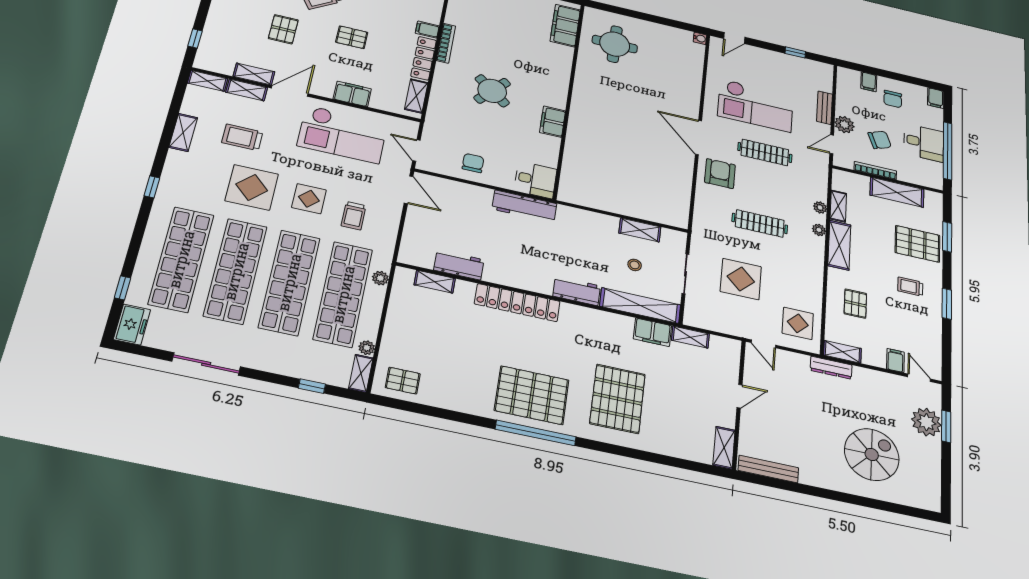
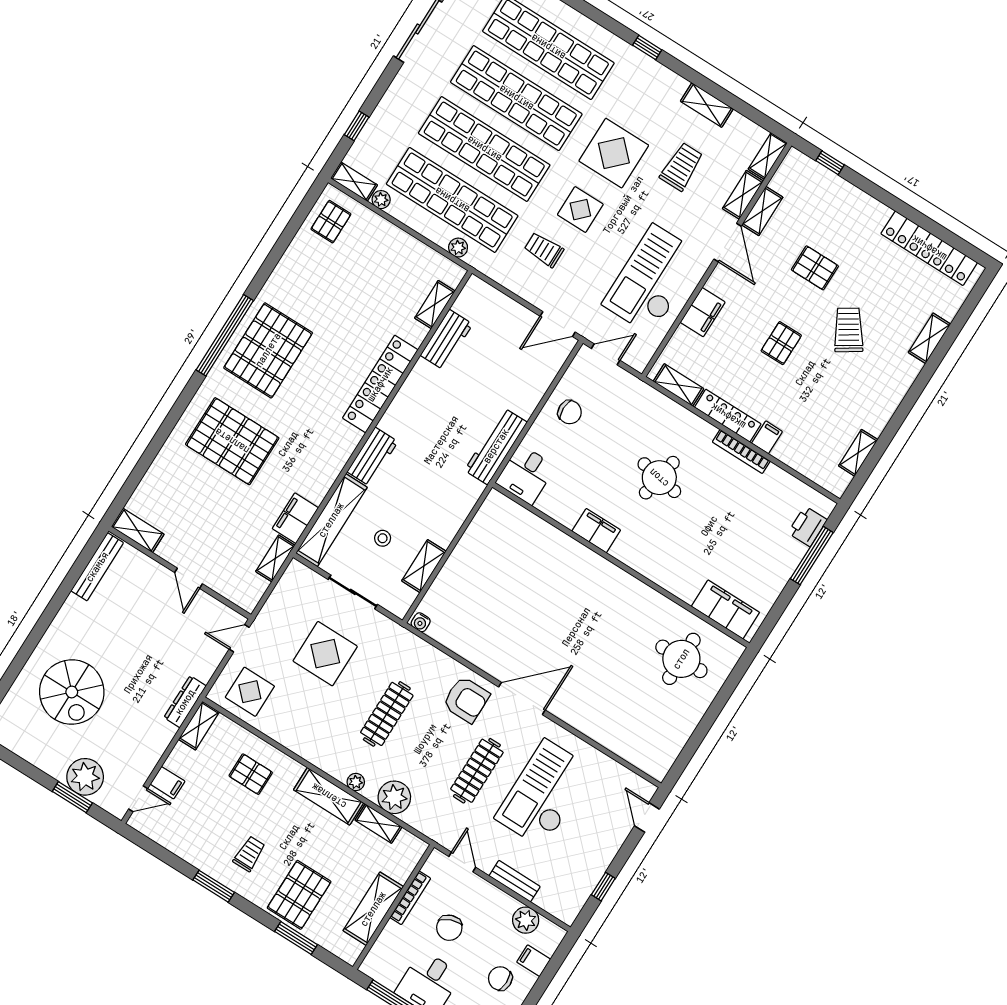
water cooler: (700, 38) -> (421, 622), moved
round table: (492, 91) -> (659, 478), turned -30
plant: (844, 125) -> (526, 920), moved
plant: (820, 207) -> (394, 797), width x1.88, depth x1.88

